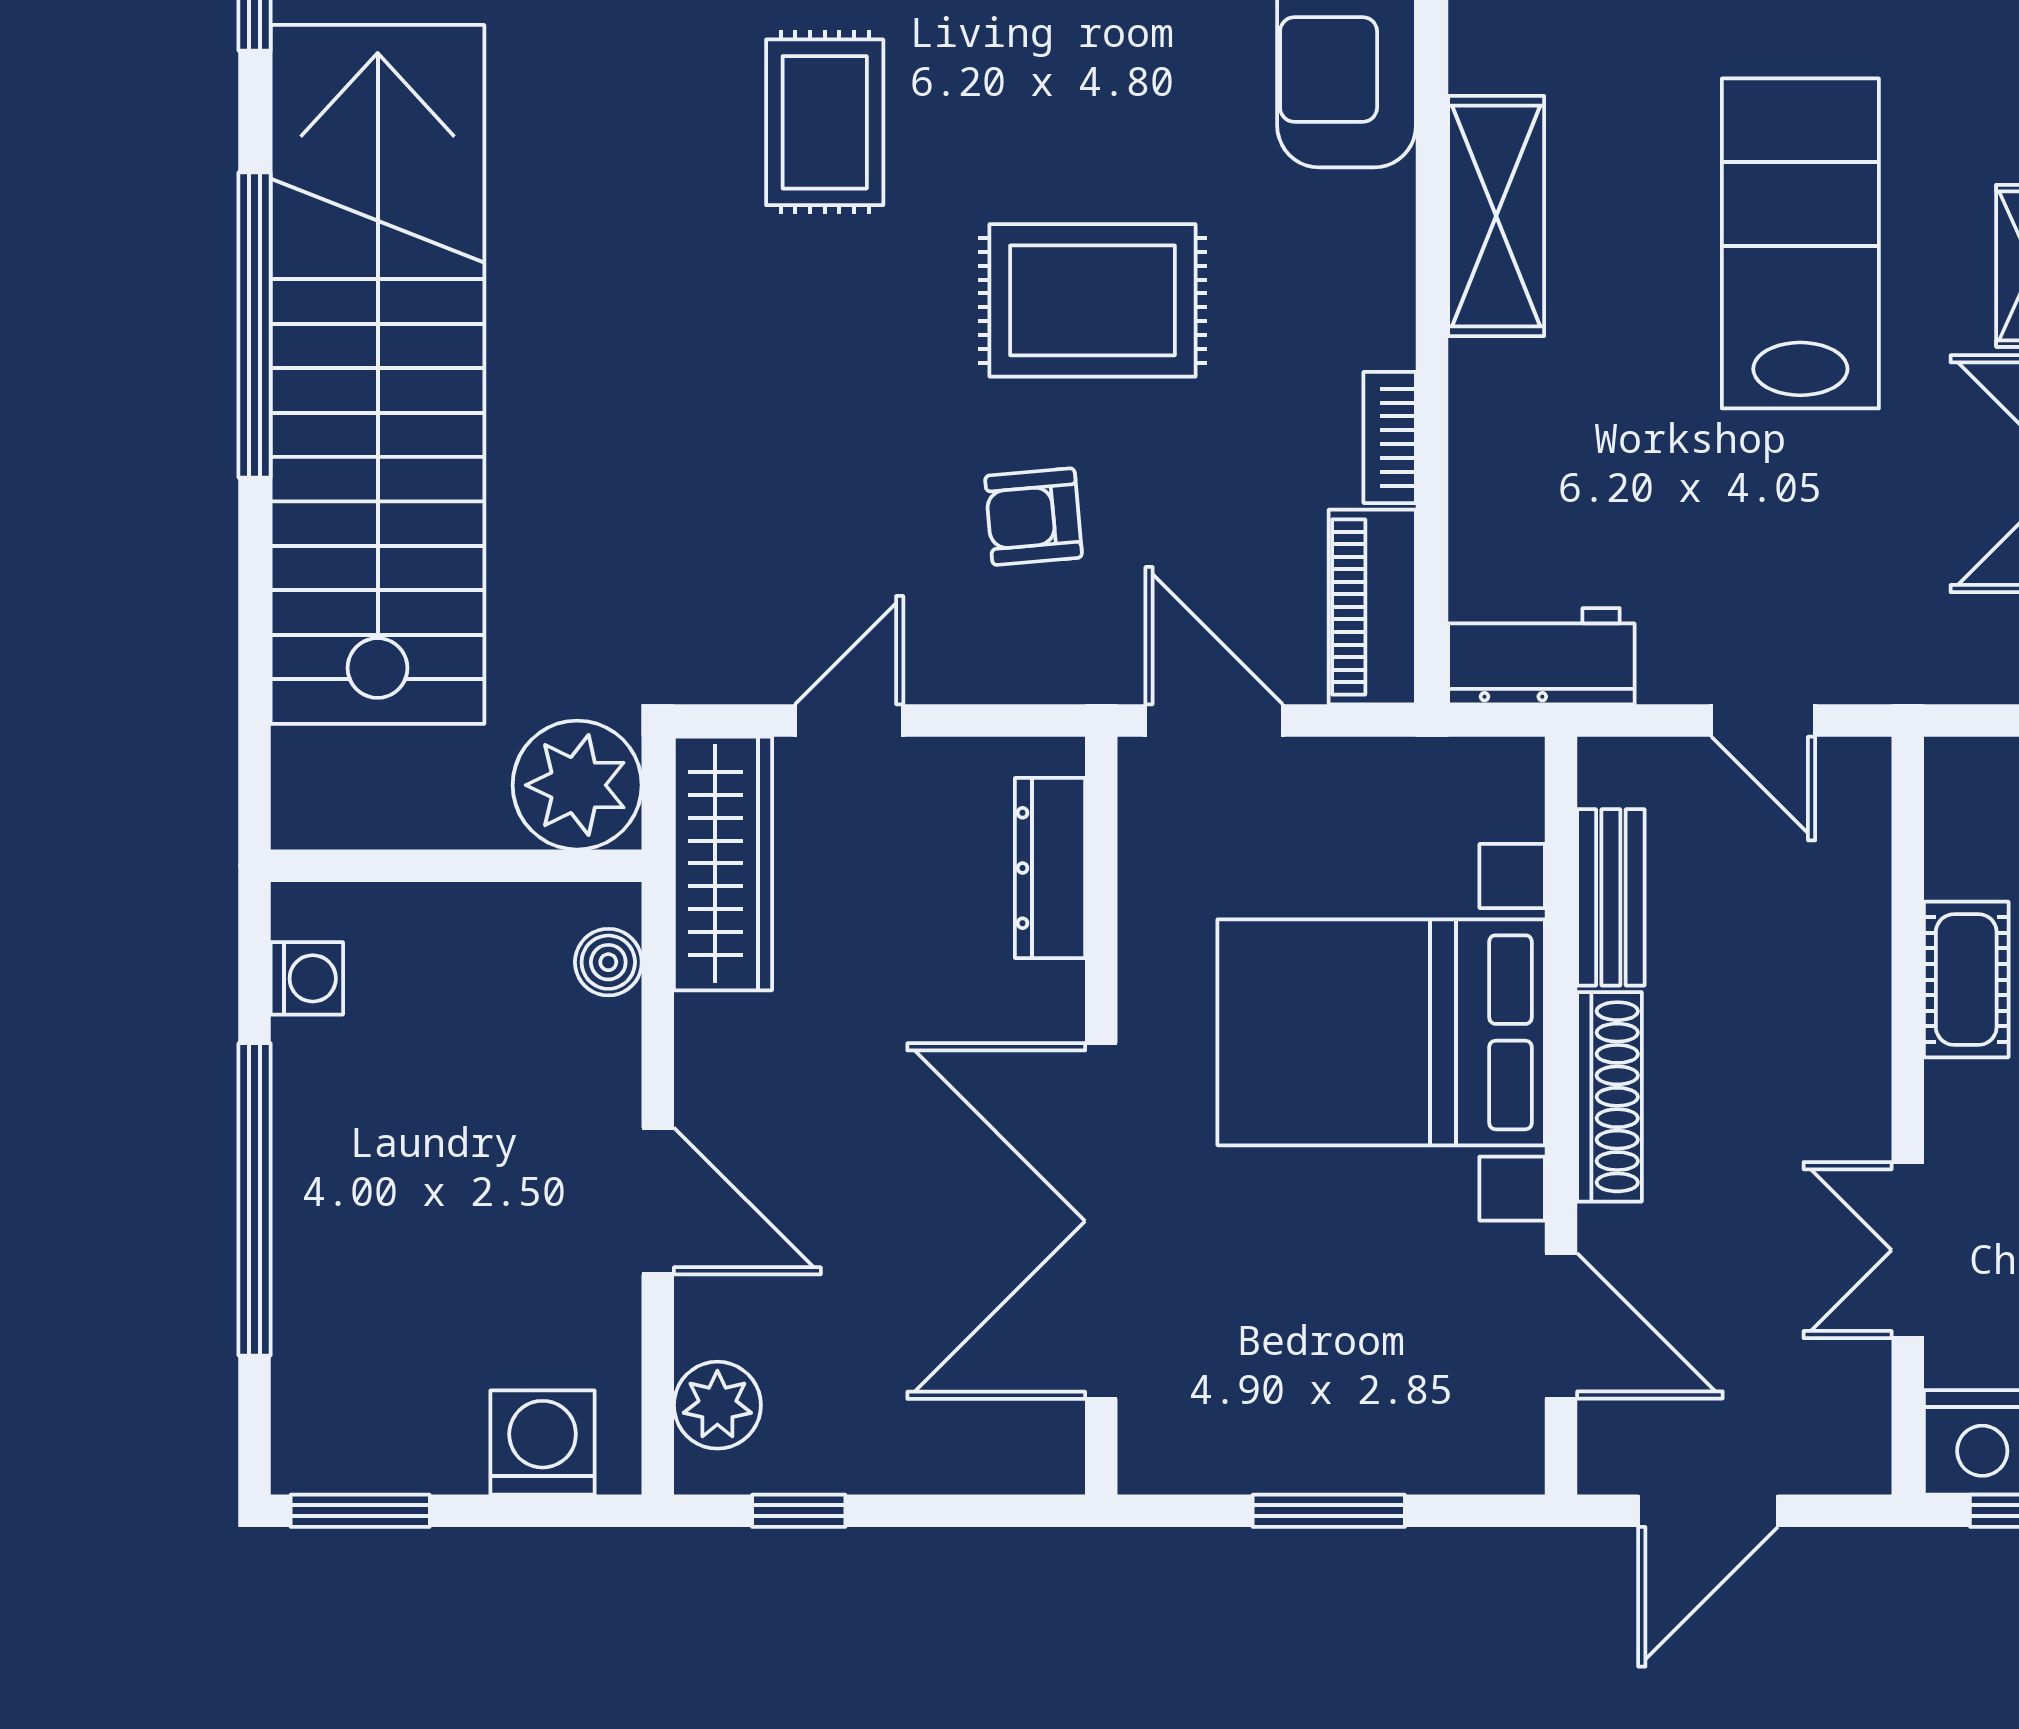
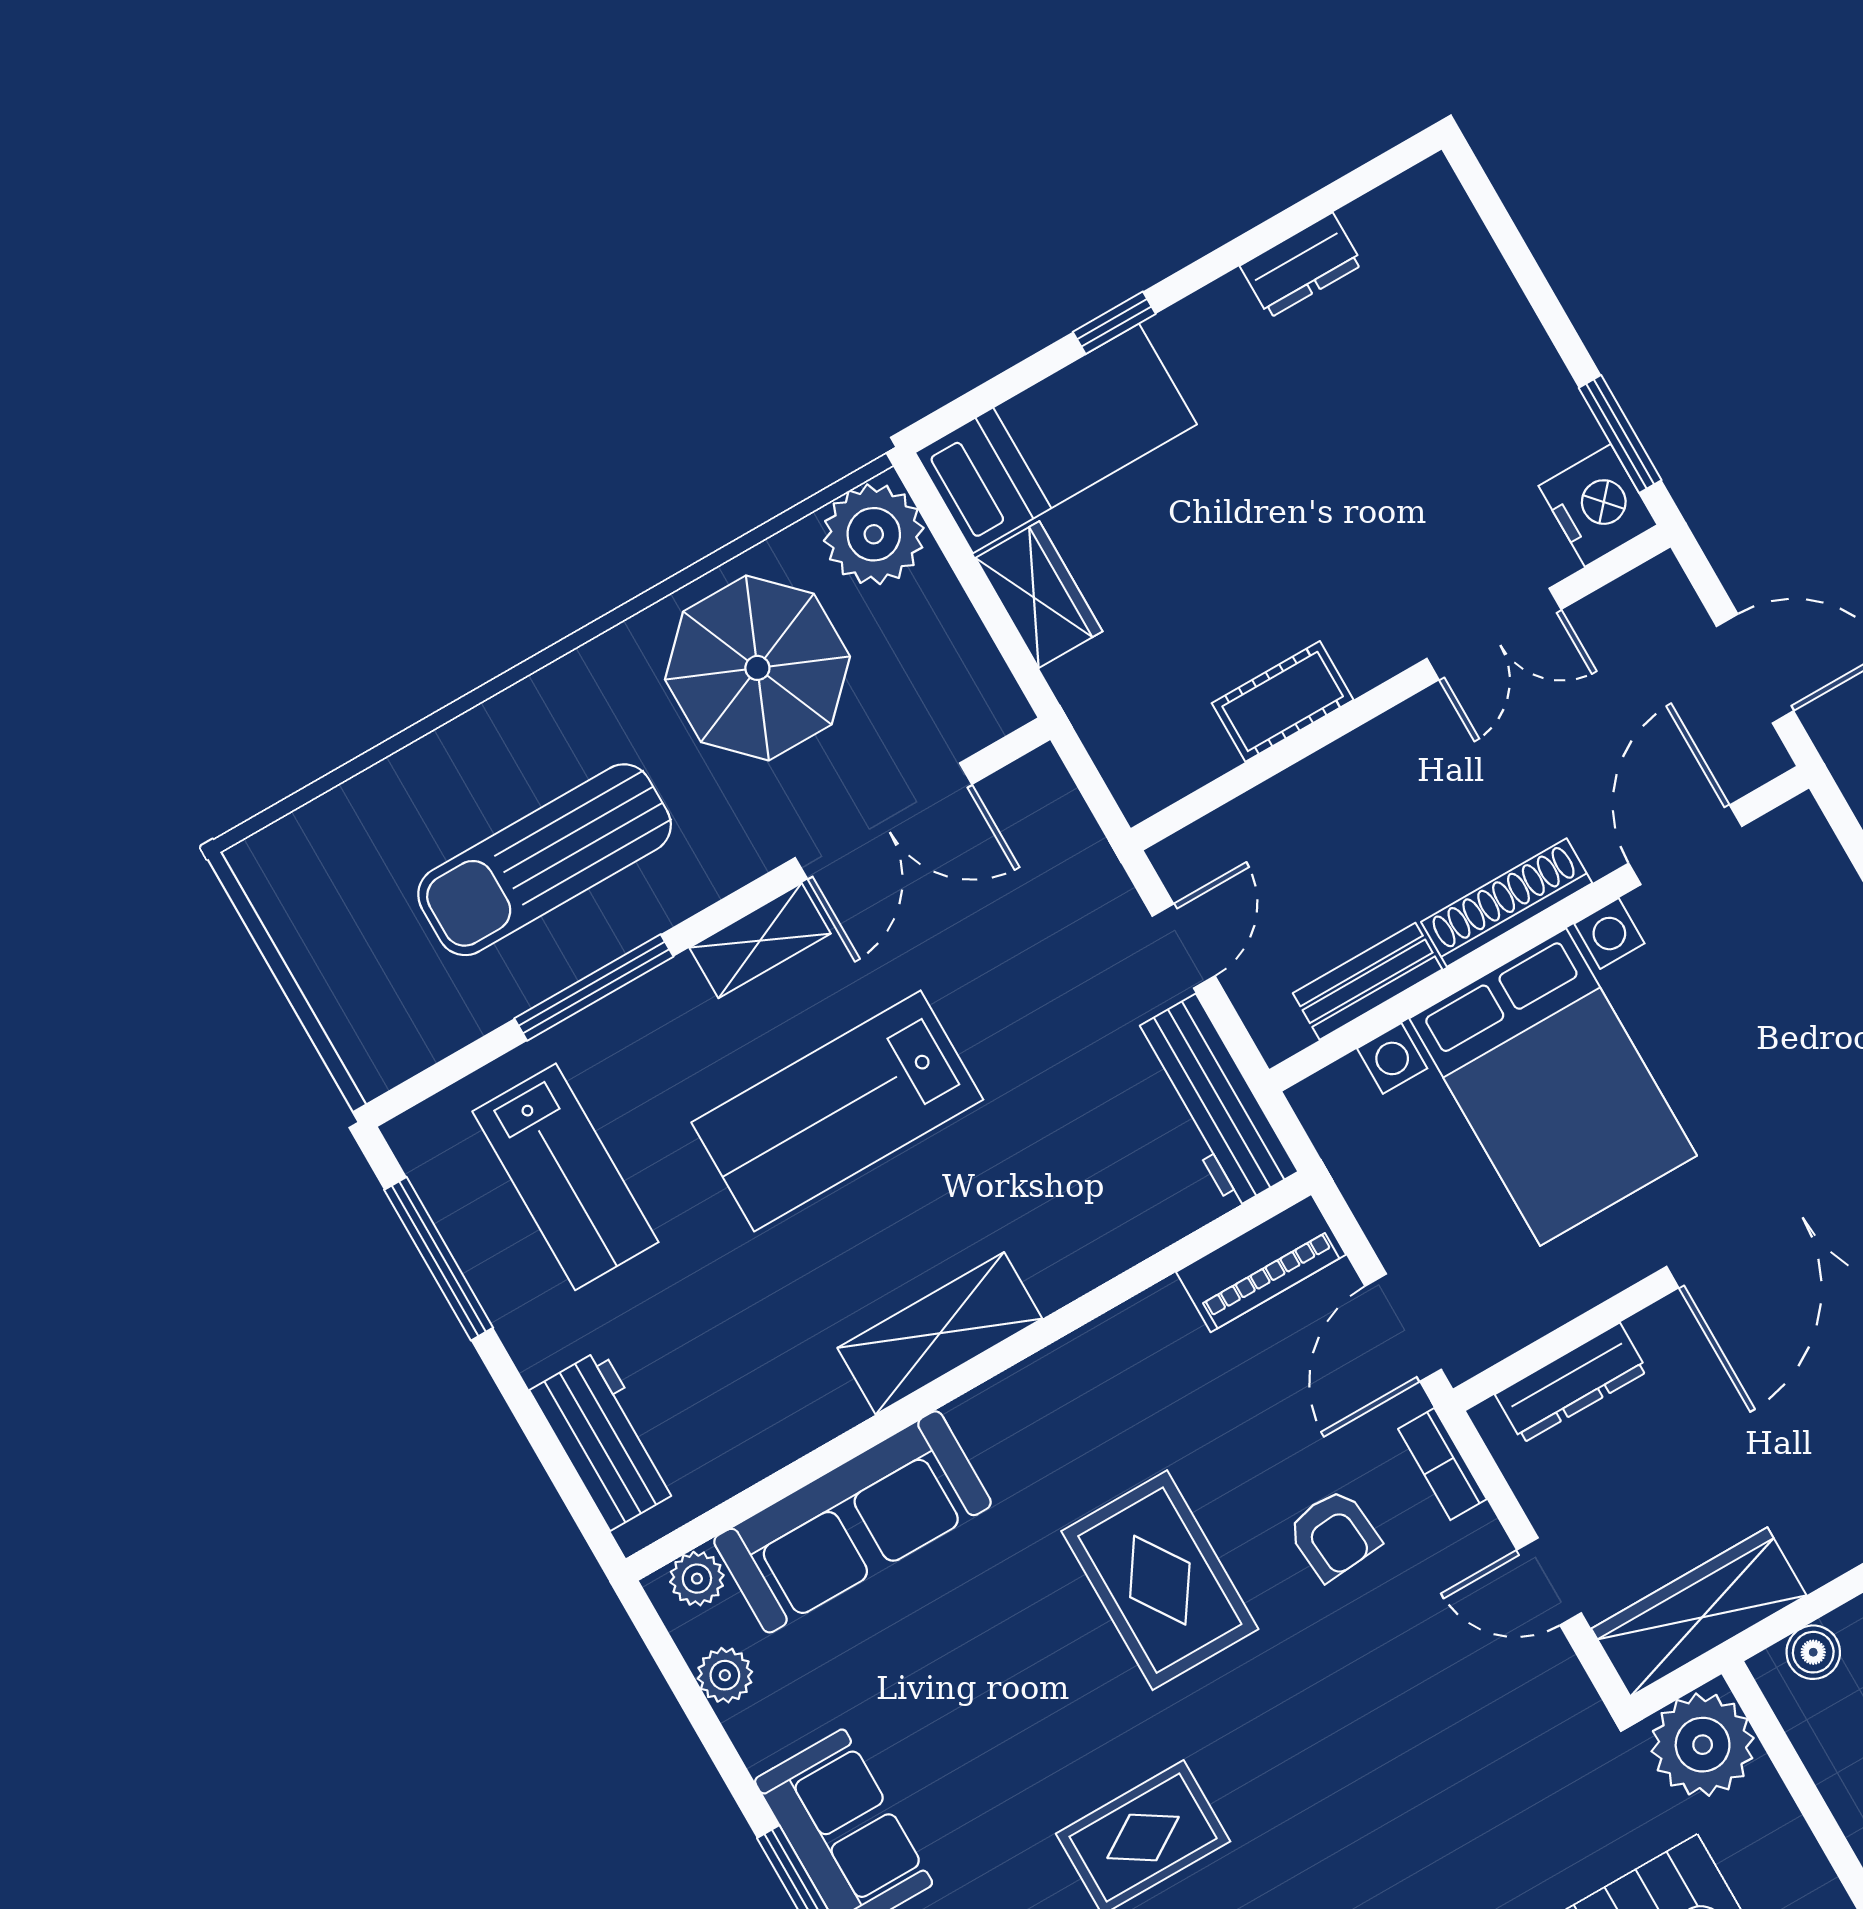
bookcase: (1390, 437) -> (1442, 1464), moved, turned 90
workbench: (1541, 656) -> (1214, 1102), width x1.38

